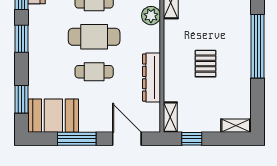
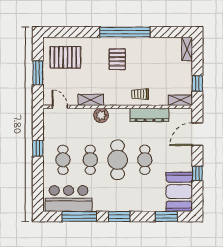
pallet: (206, 64) -> (117, 59), moved, turned 90
trolley: (178, 66) -> (140, 94), added
window: (77, 139) -> (197, 173), width x0.46

